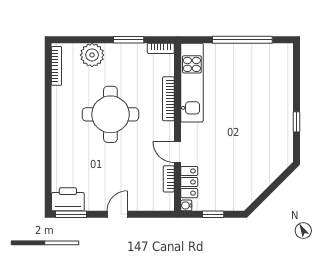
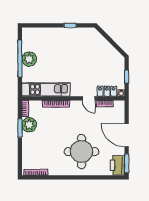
plant: (92, 55) -> (29, 125), moved
plant: (242, 55) -> (29, 59), added
round table: (110, 114) -> (82, 152), moved
door: (177, 152) -> (89, 98), hinge flipped
door: (117, 214) -> (127, 135), width x1.88

